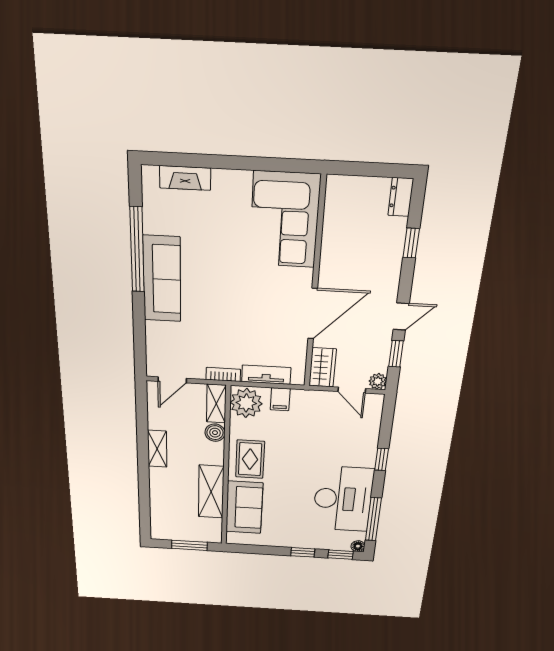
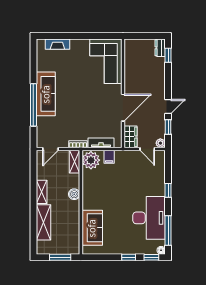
window: (411, 243) -> (168, 55), moved
window: (137, 250) -> (33, 105), moved
boiler: (215, 433) -> (74, 194), moved
rug: (250, 459) -> (94, 195), removed
shelving: (211, 492) -> (43, 222), moved

